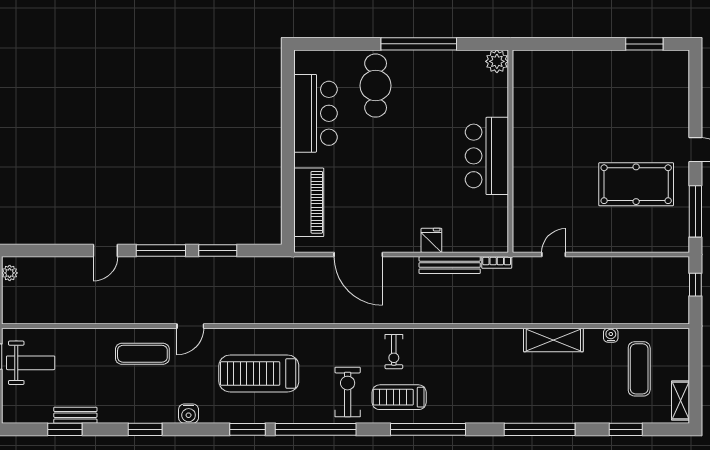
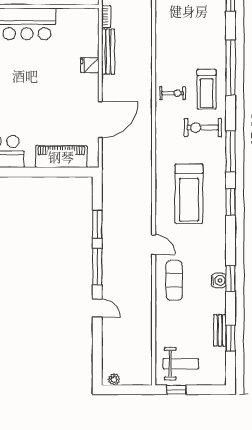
weight bench: (31, 363) -> (181, 364), turned 90
water cooler: (189, 414) -> (219, 280), moved
window: (316, 429) -> (231, 151), width x0.68

